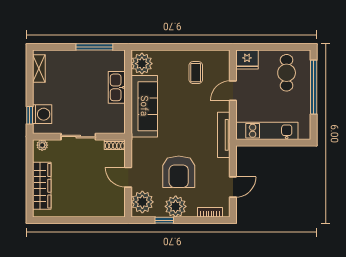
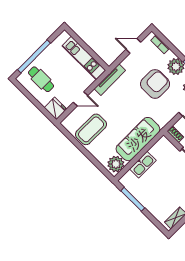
coffee table: (196, 73) -> (91, 129), width x1.86, depth x1.72
cafe table: (287, 73) -> (41, 79), turned 90

